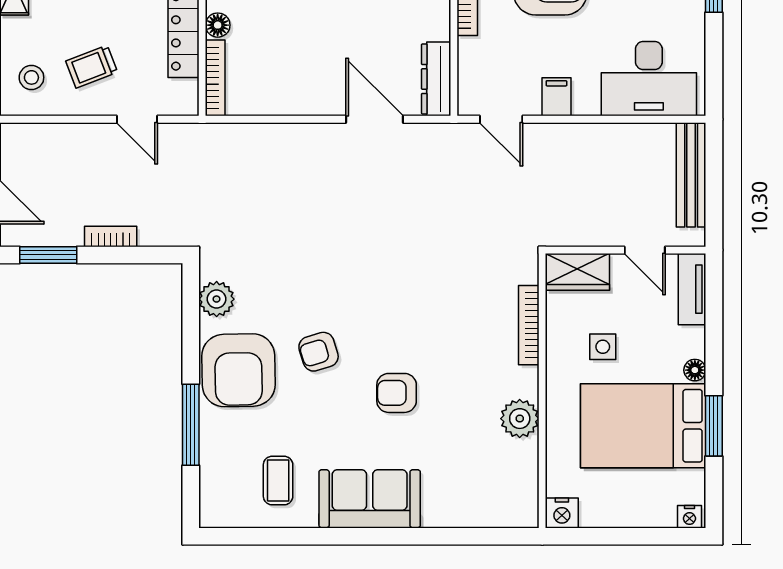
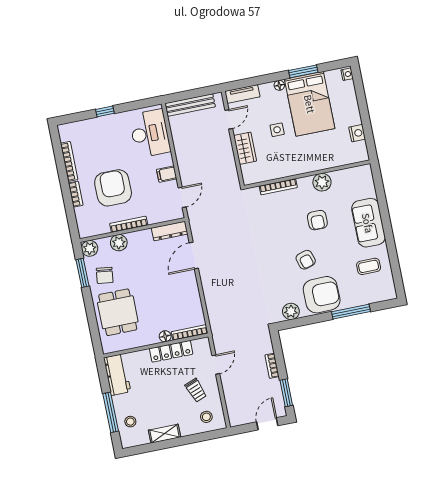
bookcase: (529, 325) -> (278, 187), moved
wall: (542, 391) -> (307, 174), moved
plant: (520, 419) -> (322, 182), moved

